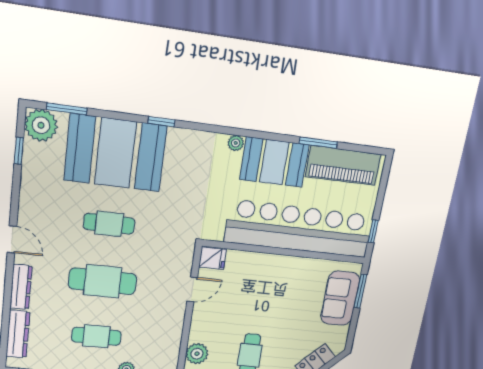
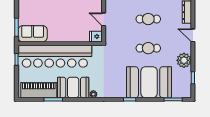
plant: (41, 125) -> (184, 60), moved
cafe table: (103, 281) -> (148, 19), width x0.73, depth x0.74
door: (192, 289) -> (104, 19), hinge flipped
sofa: (340, 298) -> (33, 34), moved, turned -90

